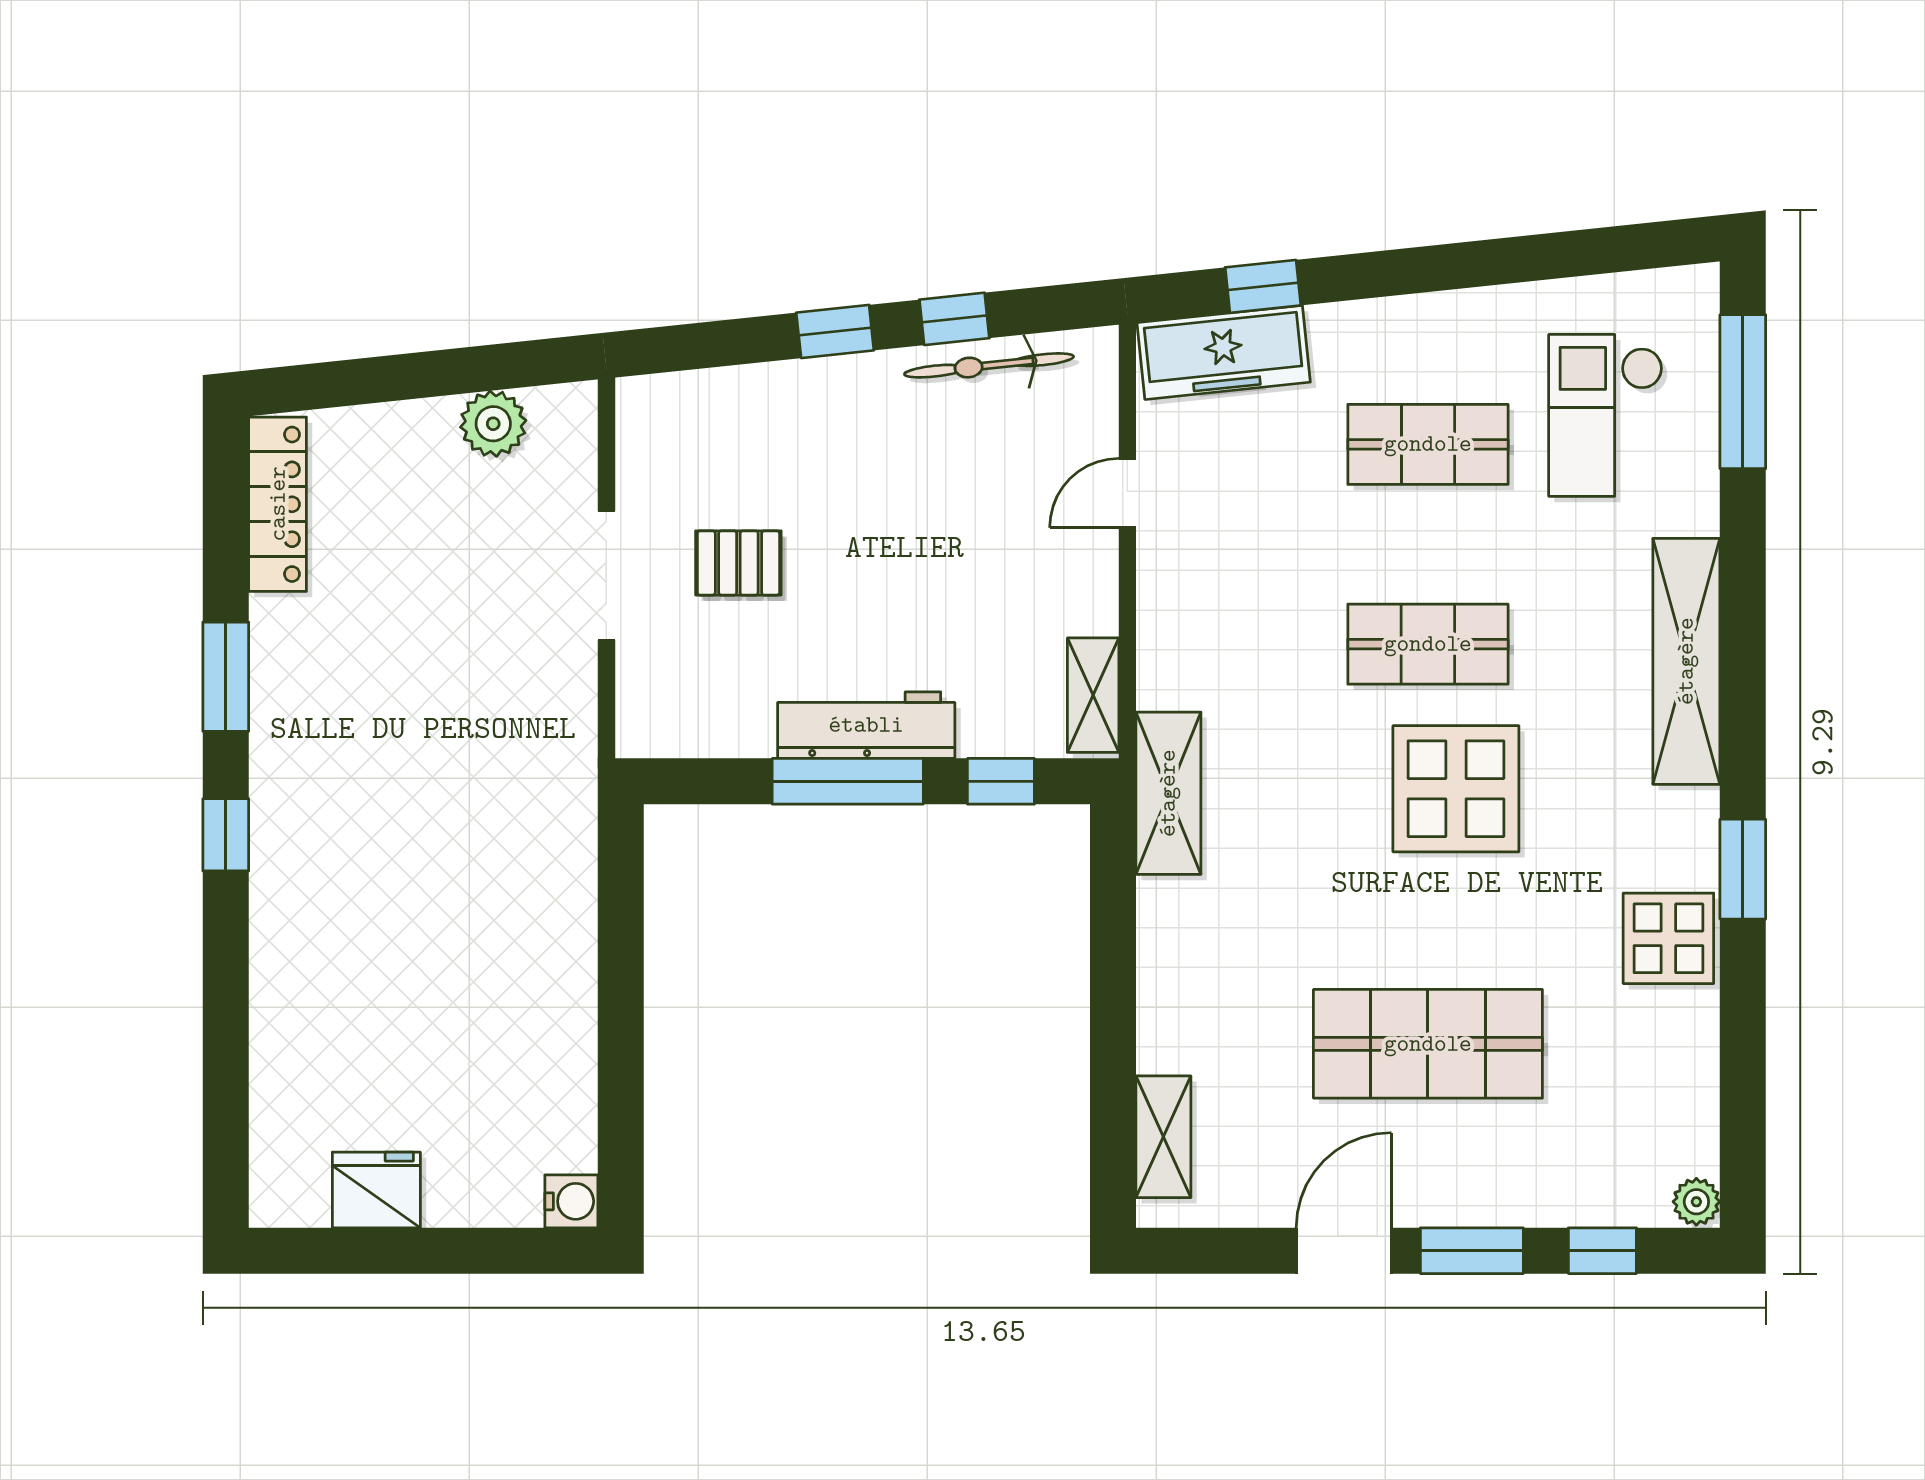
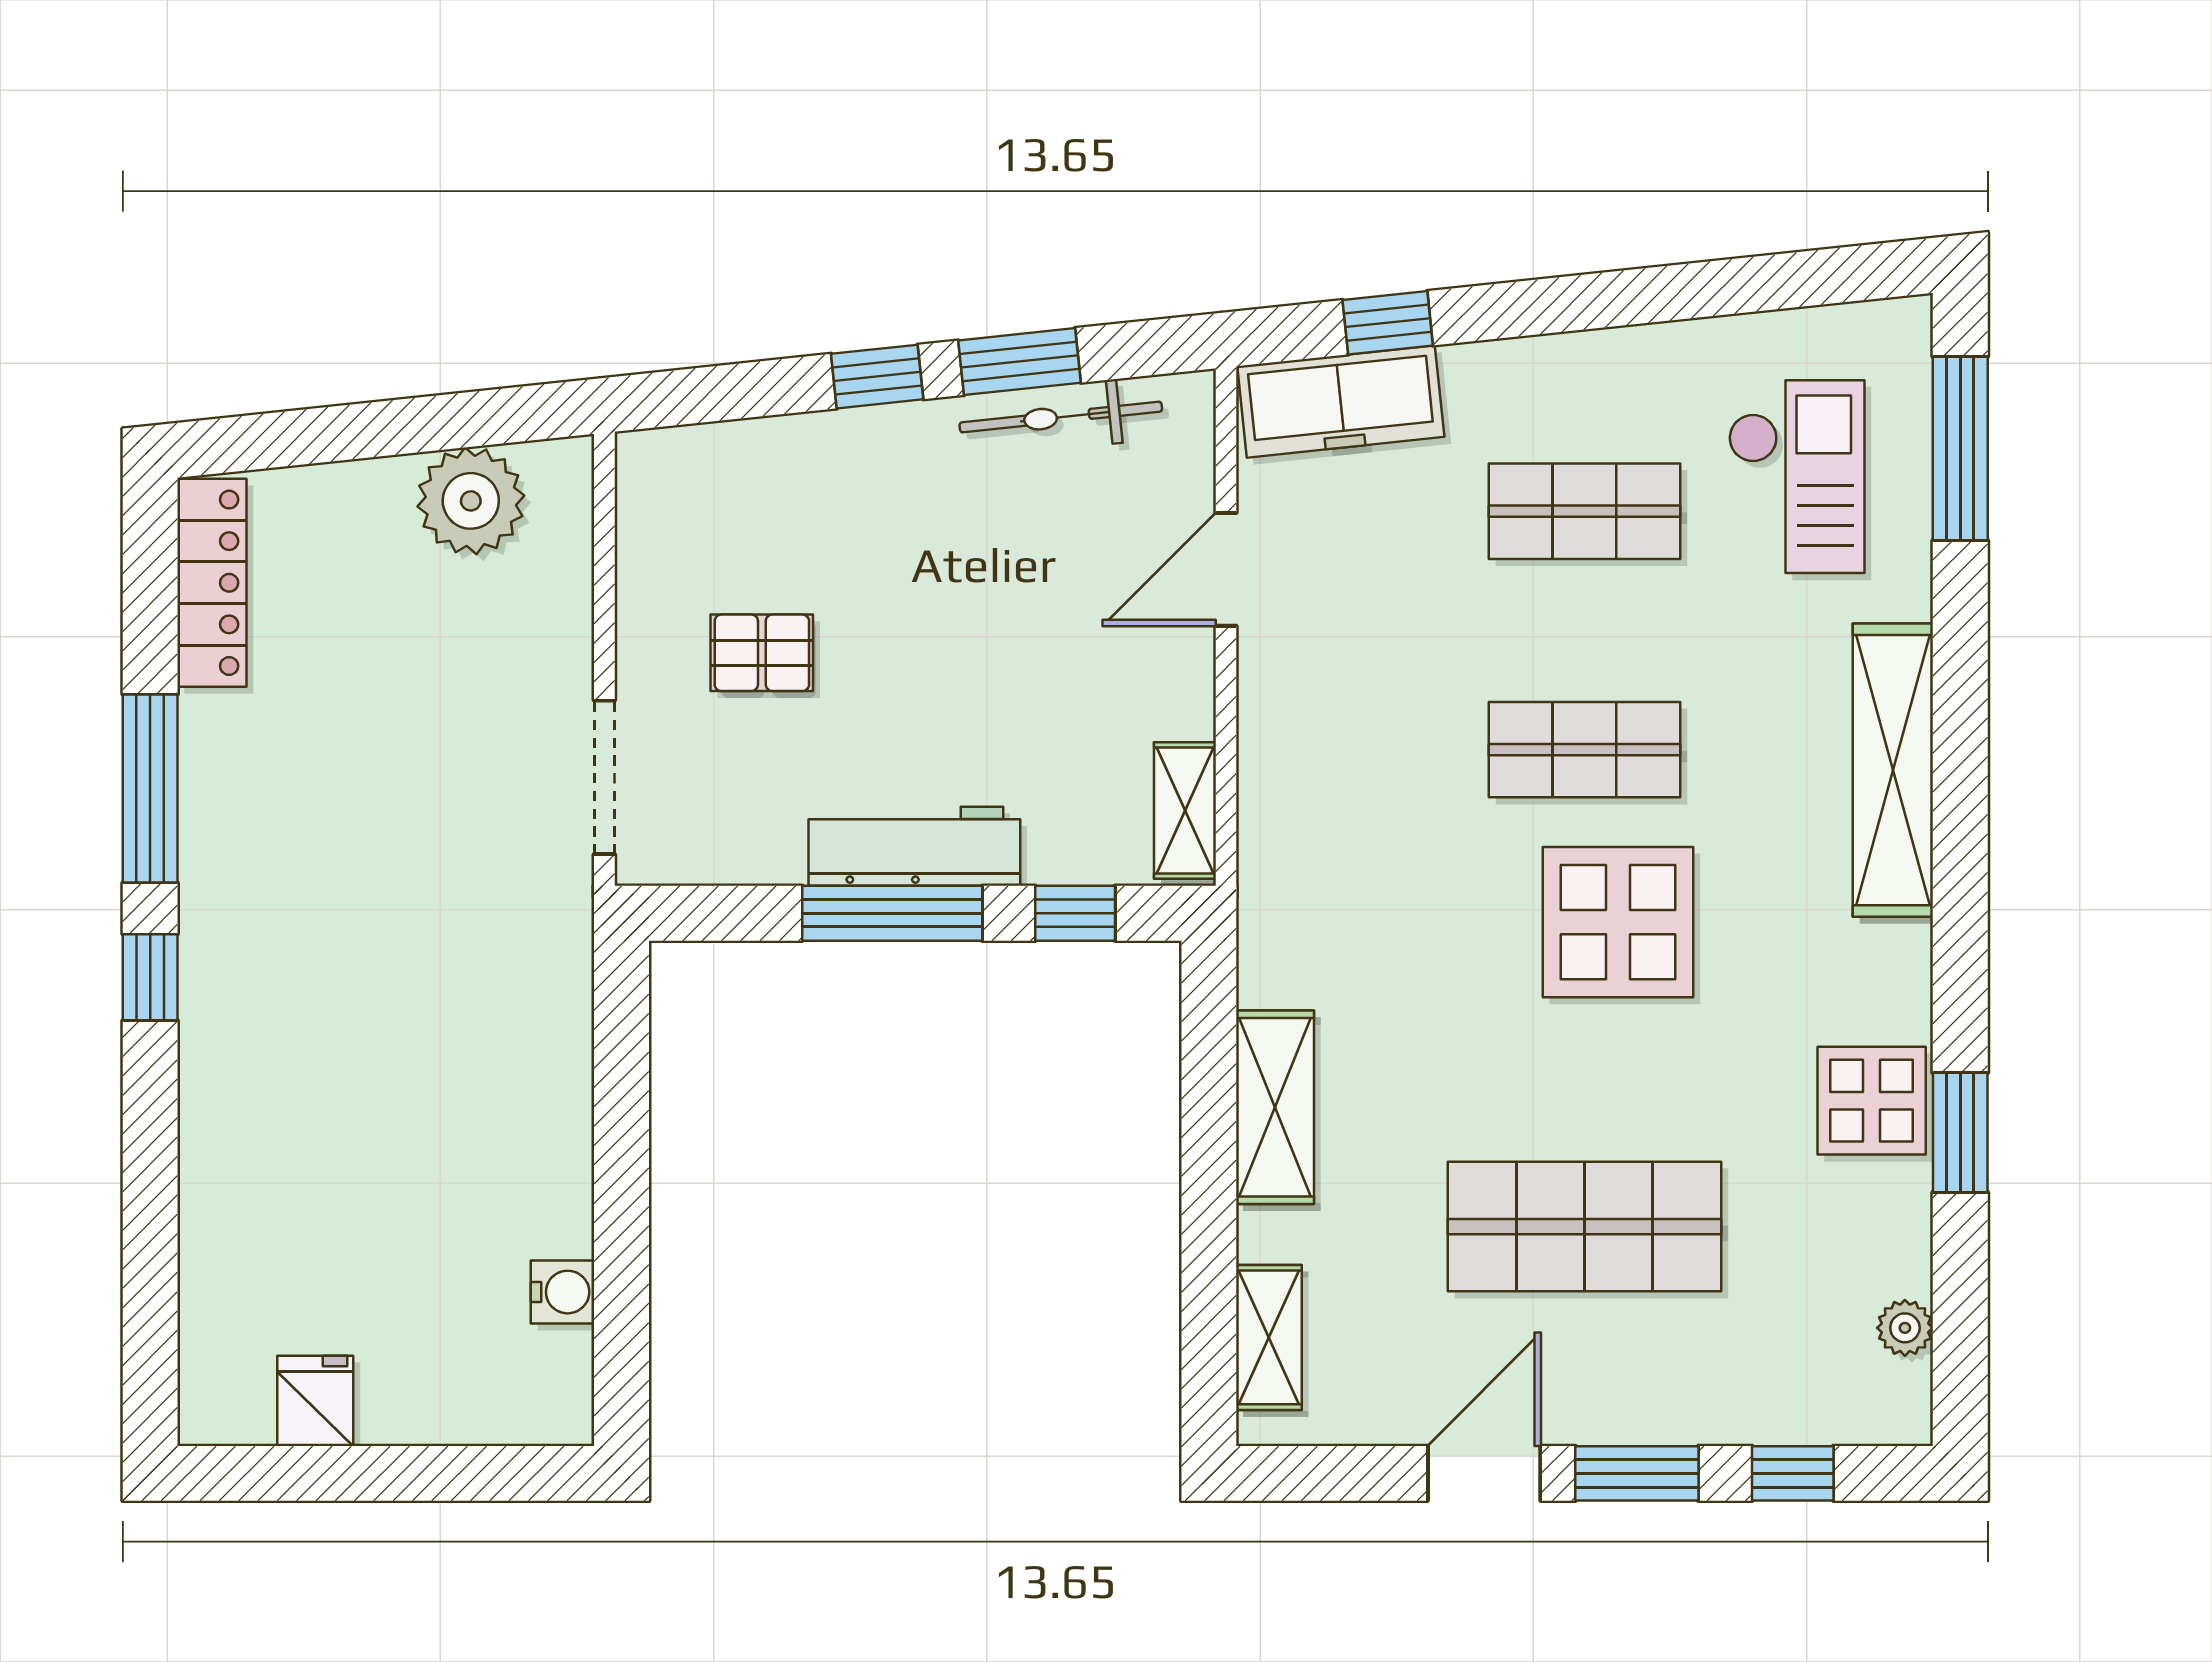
window: (954, 319) -> (1020, 362), width x1.50
checkout: (1606, 415) -> (1797, 477), turned 180
plant: (493, 424) -> (471, 501), width x1.36, depth x1.36
door: (1127, 493) -> (1226, 569), width x1.38
doorway: (606, 575) -> (604, 777), moved
window: (226, 677) -> (150, 789), width x1.44
shelving: (1168, 793) -> (1275, 1107), moved
window: (1743, 869) -> (1960, 1133), moved
fridge: (376, 1190) -> (315, 1401), width x0.72
water cooler: (571, 1201) -> (563, 1292), moved
plant: (1696, 1202) -> (1905, 1328), moved

